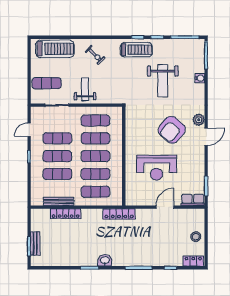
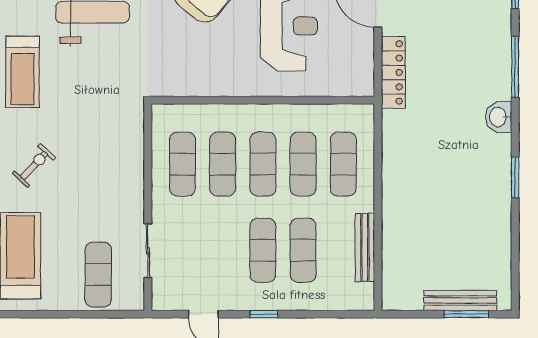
treadmill: (136, 50) -> (23, 72), turned 180
weight bench: (85, 89) -> (112, 188), removed
exercise mat: (57, 138) -> (223, 250), removed
locker: (66, 214) -> (393, 232), removed
locker: (119, 214) -> (393, 72), moved
bench: (35, 243) -> (460, 300), width x1.36
washbasin: (105, 260) -> (499, 117), moved

